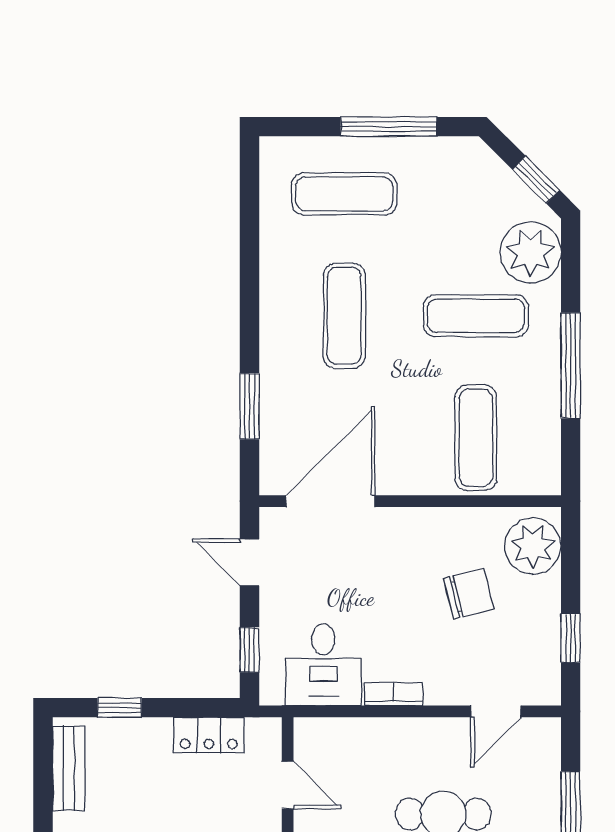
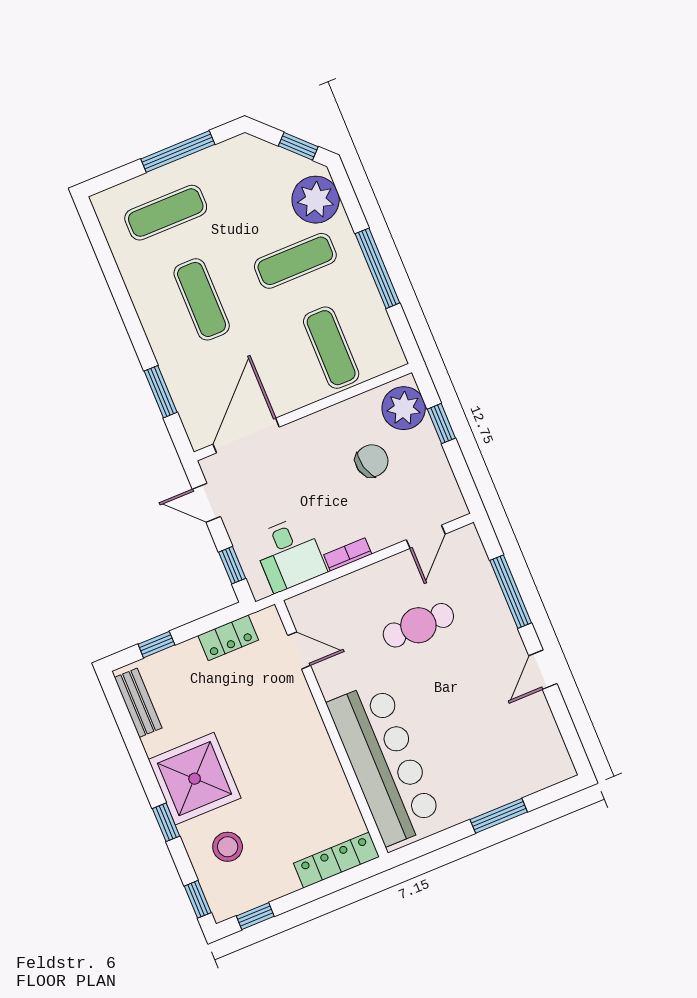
window: (571, 638) -> (441, 424), moved

